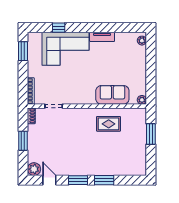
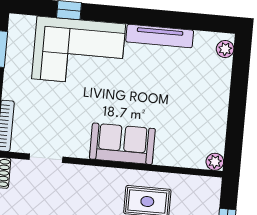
tv unit: (102, 37) -> (160, 36), width x1.41
sofa: (112, 95) -> (122, 144), moved

